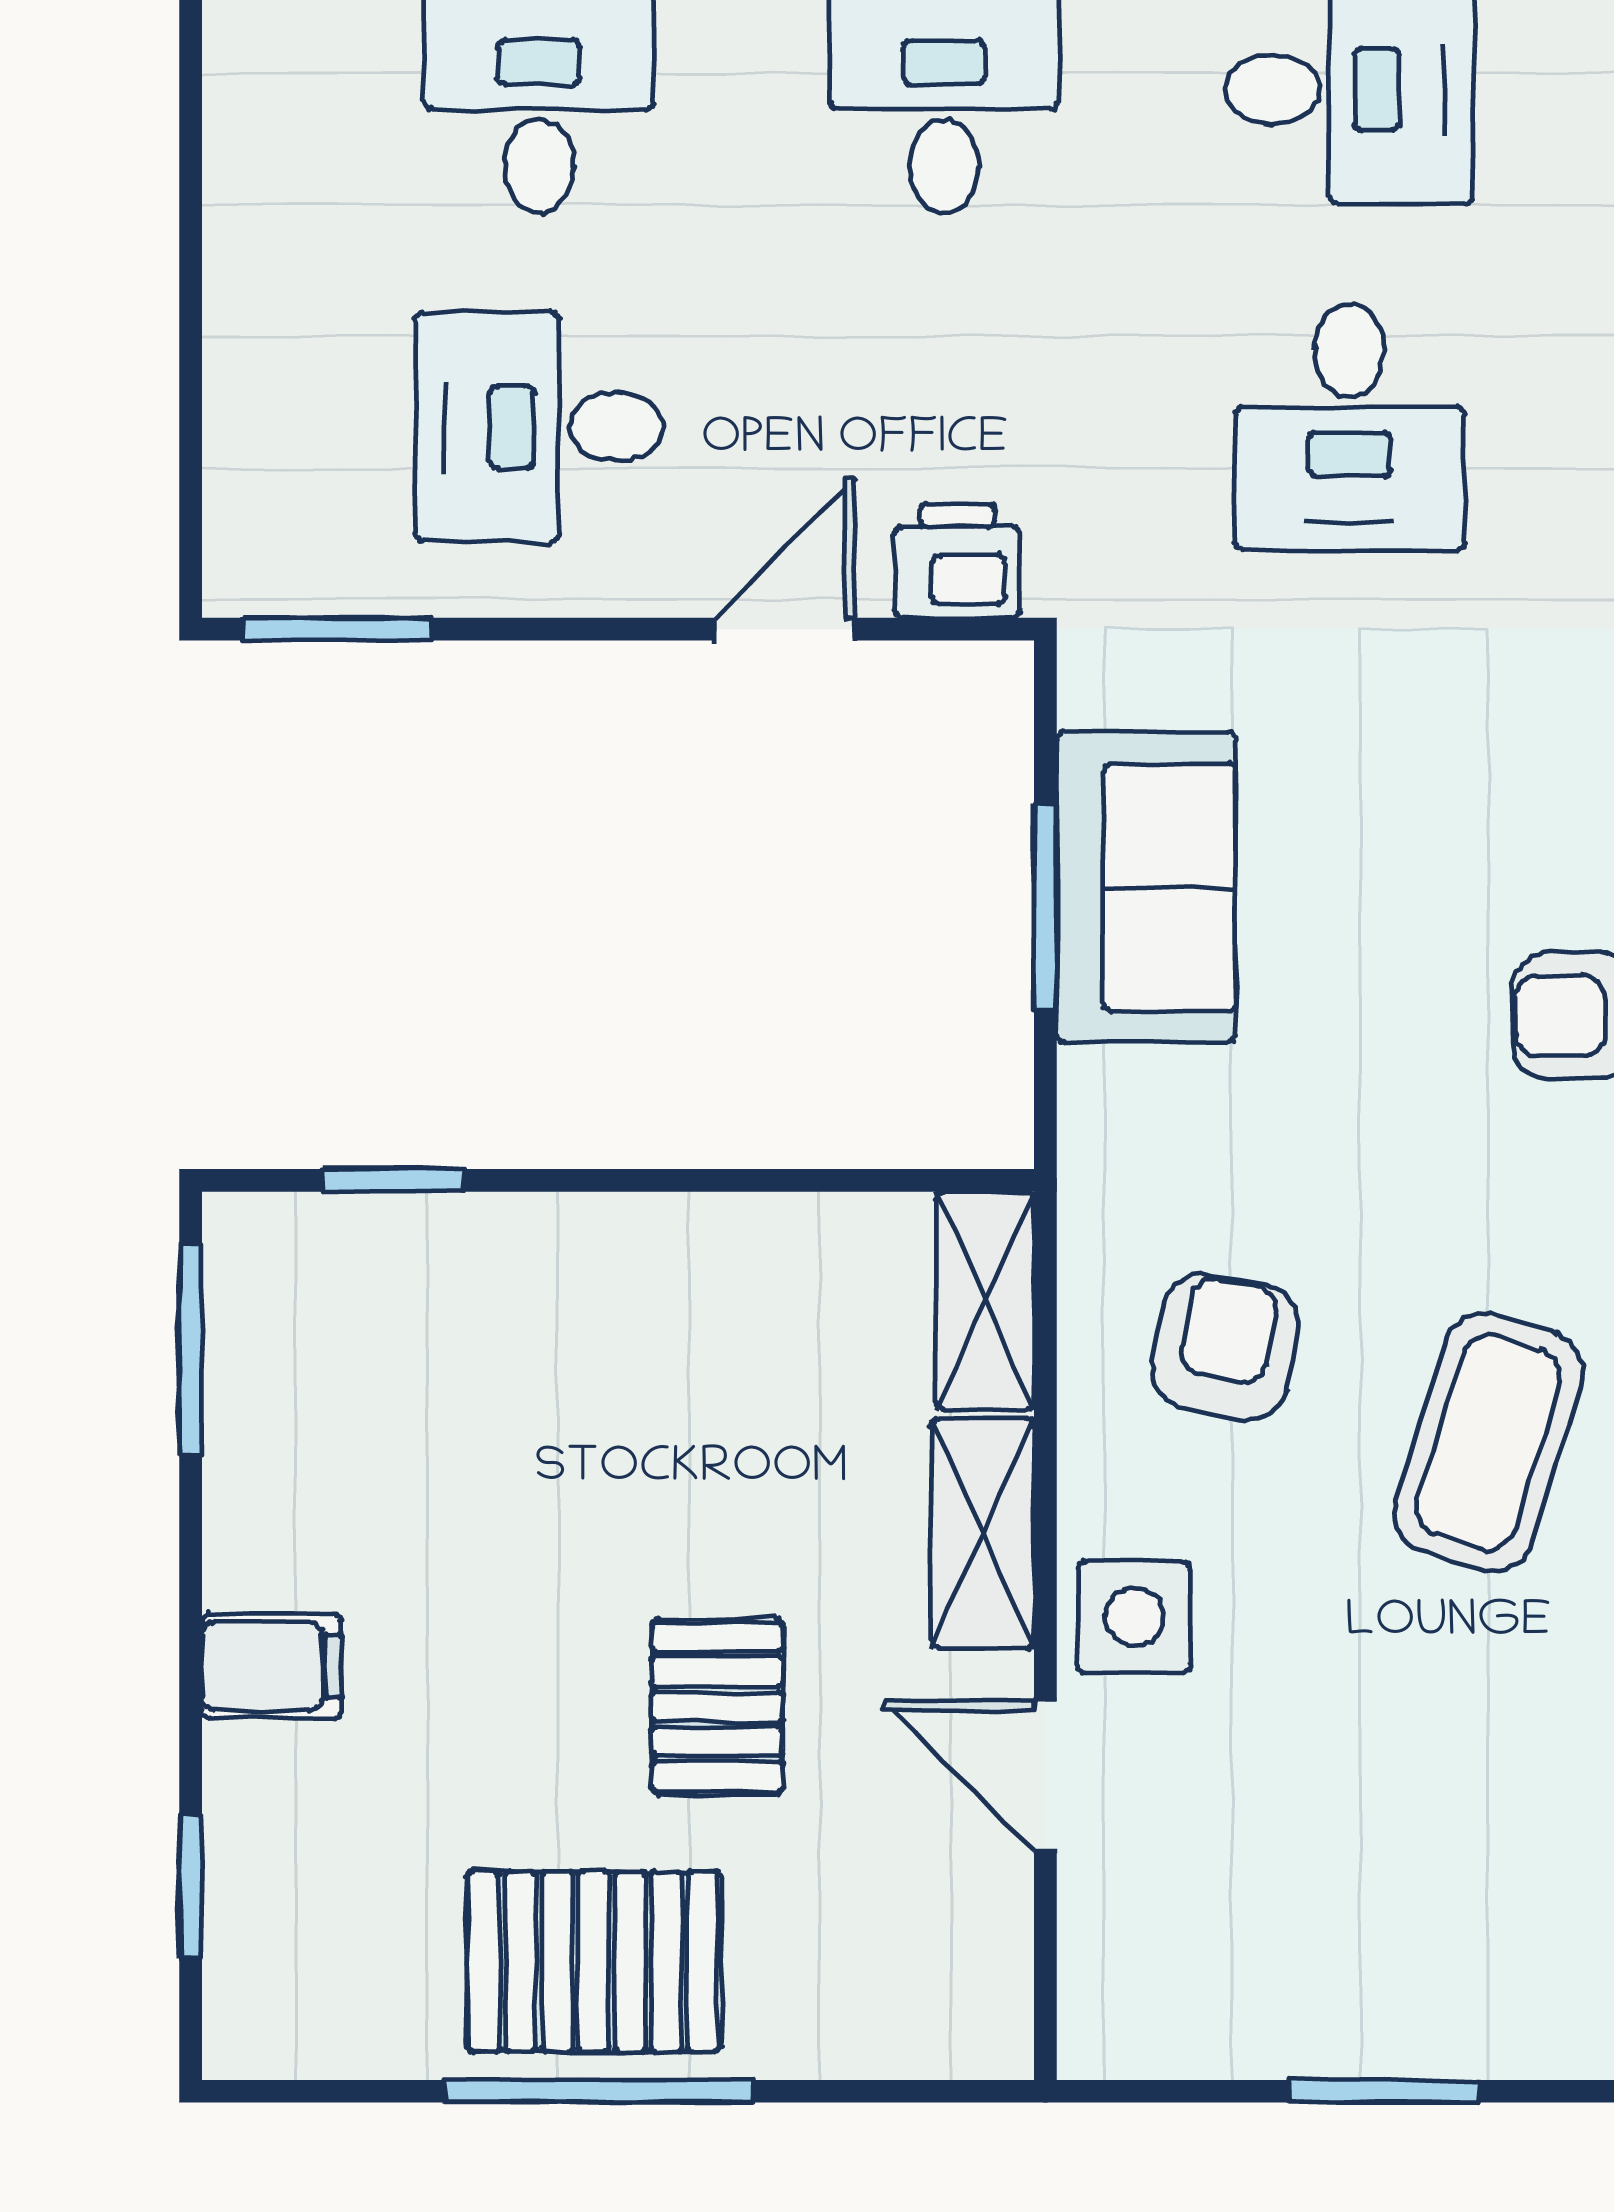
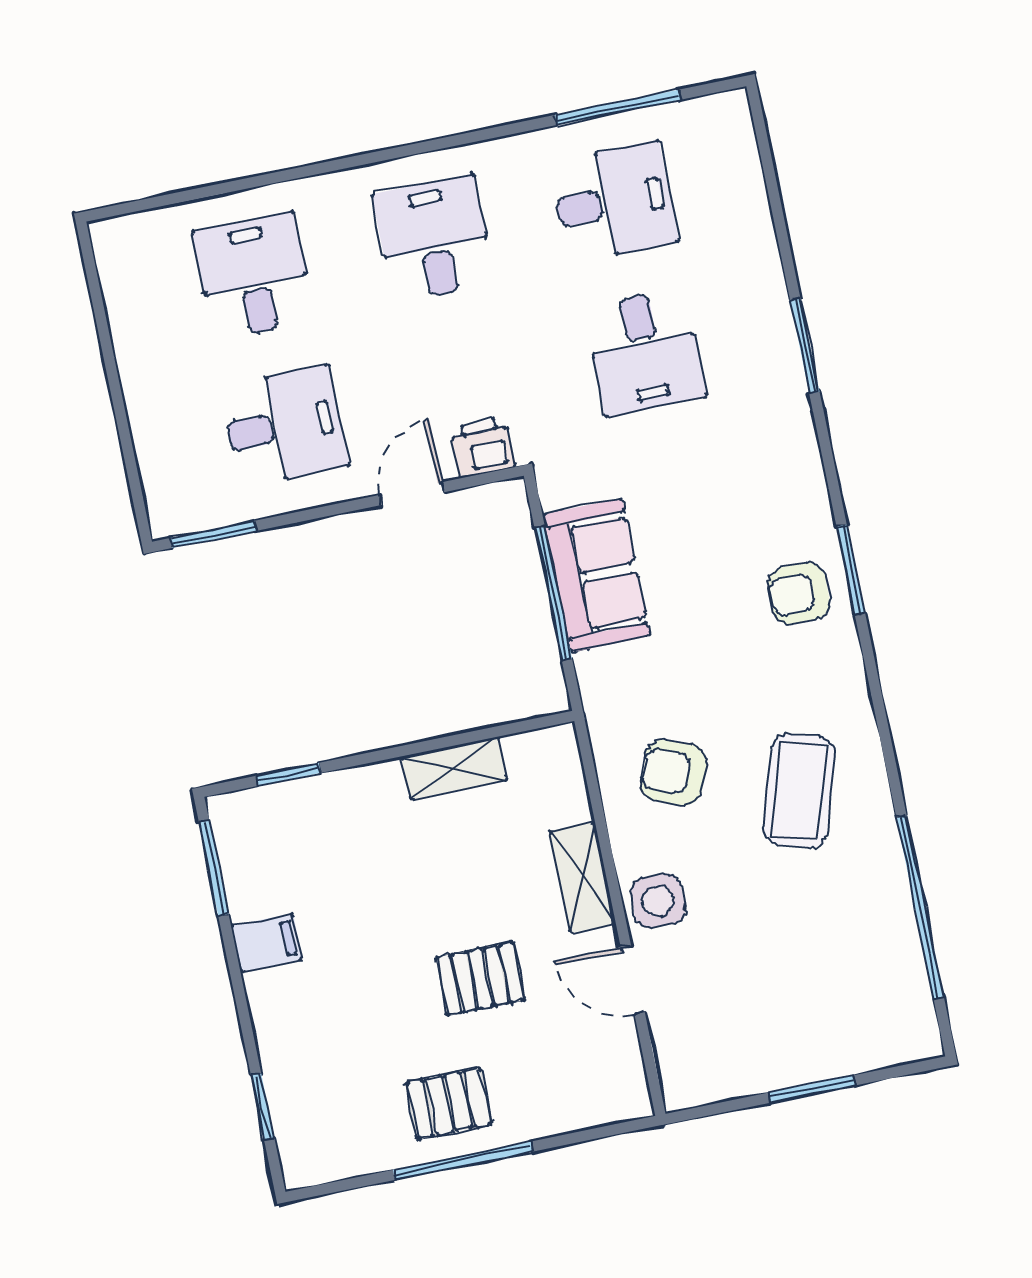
desk: (539, 427) -> (284, 426), turned 180
window: (1045, 907) -> (553, 593), width x1.44
shelving: (985, 1300) -> (454, 768), moved, turned 90
armchair: (1225, 1347) -> (673, 773), turned -80
filing cabinet: (272, 1666) -> (267, 943), moved
pallet: (717, 1706) -> (480, 979), turned 90
pallet: (594, 1961) -> (449, 1103), width x0.67, depth x0.71

